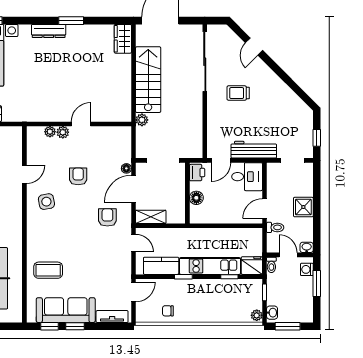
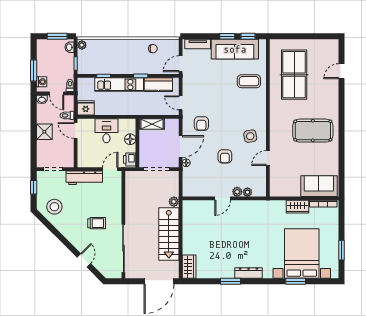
stool: (291, 114) -> (54, 207), added
desk: (247, 177) -> (106, 131), moved, turned 90
door: (264, 209) -> (76, 131), swing flipped
shelving: (151, 217) -> (152, 124), moved
fridge: (252, 266) -> (86, 108), moved, turned 180

